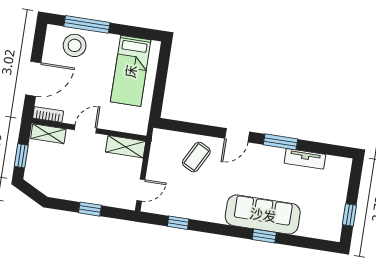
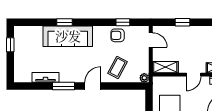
plant: (159, 136) -> (144, 78), added
door: (141, 190) -> (151, 40), swing flipped
armchair: (189, 204) -> (118, 35), added

